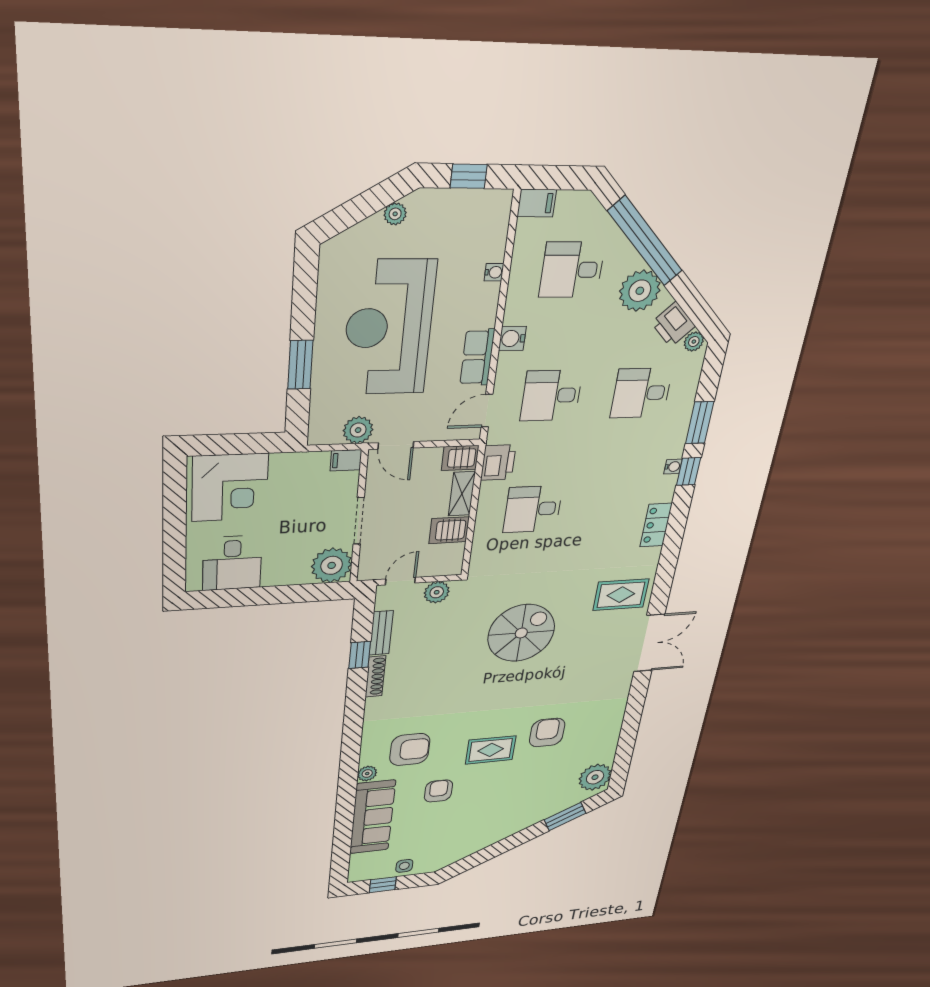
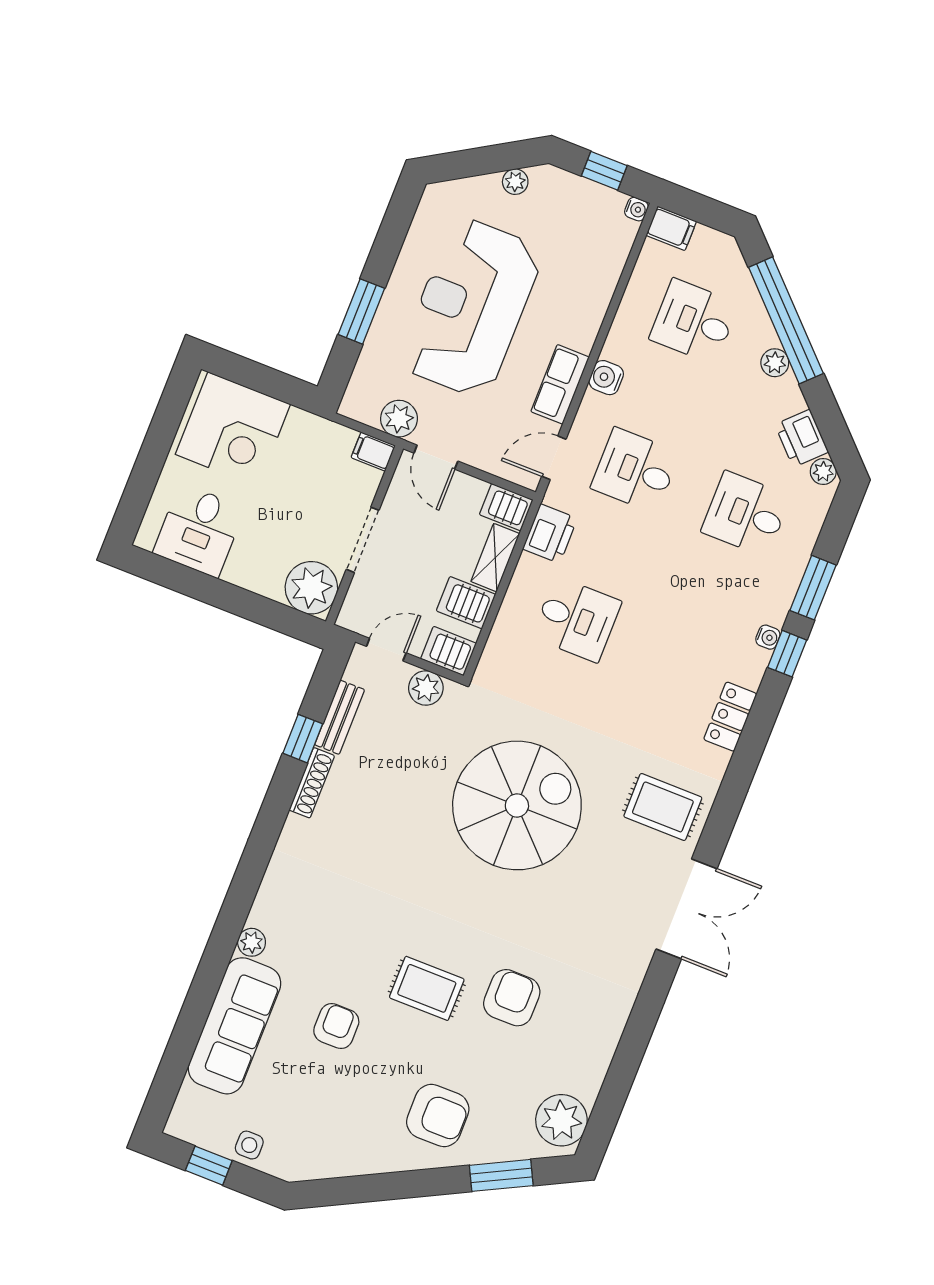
water cooler: (494, 272) -> (636, 209), moved
plant: (640, 291) -> (775, 363), width x0.53, depth x0.53
desk: (533, 509) -> (577, 619), turned 180
server rack: (446, 564) -> (449, 651), added
spiral stairs: (521, 633) -> (517, 805), width x1.37, depth x1.37
armchair: (410, 750) -> (438, 1116), moved

